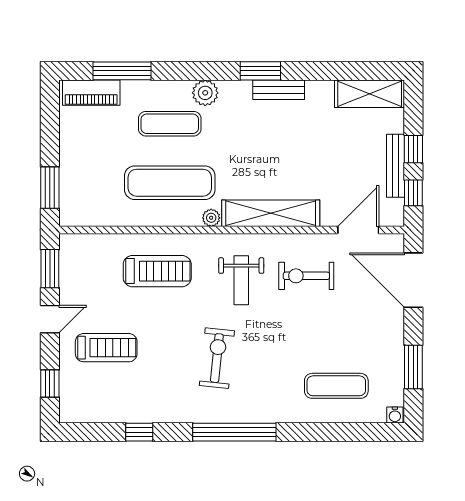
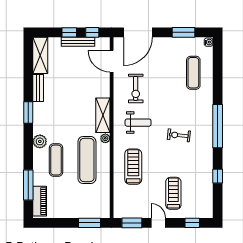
bench: (279, 90) -> (38, 88), moved
shelving: (271, 213) -> (103, 115), width x0.68
exercise bike: (217, 358) -> (179, 135), width x0.73, depth x0.72

